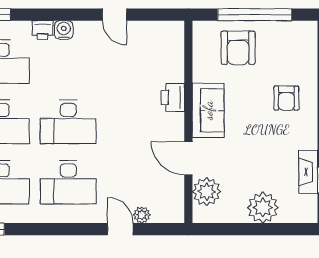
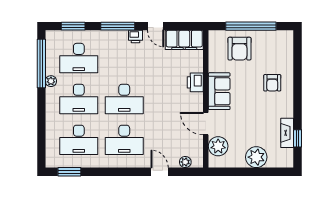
window: (59, 15) -> (118, 26), added
printer: (43, 30) -> (135, 37), moved
water cooler: (64, 30) -> (121, 37), removed
filing cabinet: (157, 35) -> (184, 40), added
plant: (142, 215) -> (185, 162), moved

